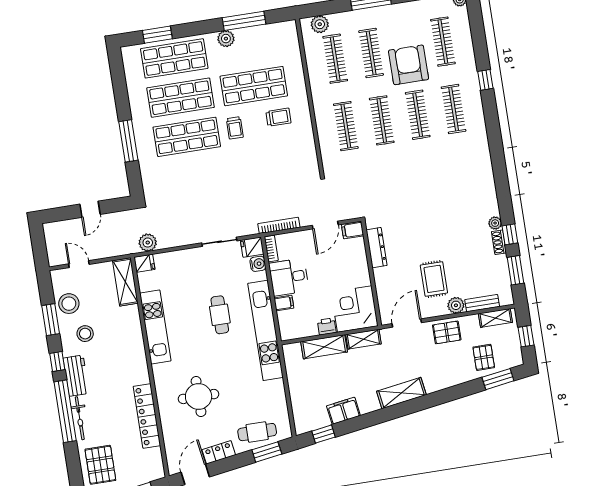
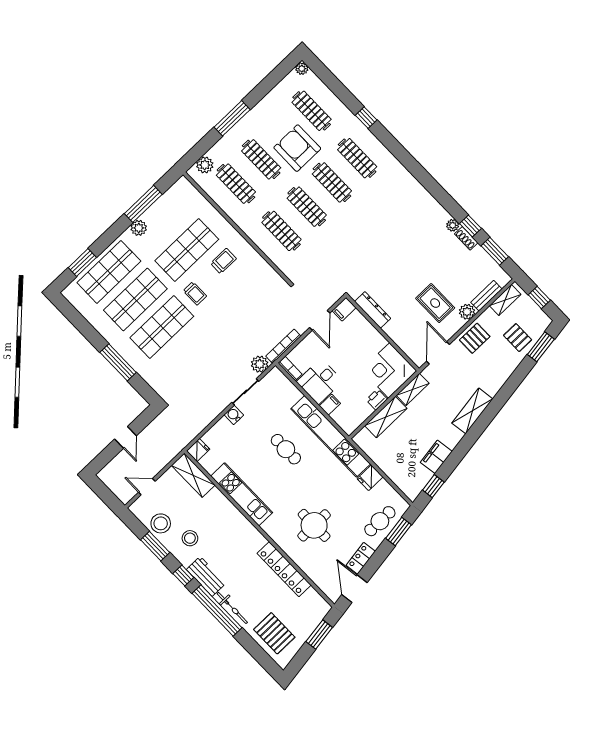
plant: (148, 243) -> (260, 364), moved
fridge: (252, 247) -> (370, 478), moved
water cooler: (258, 264) -> (234, 415), moved, turned -90

